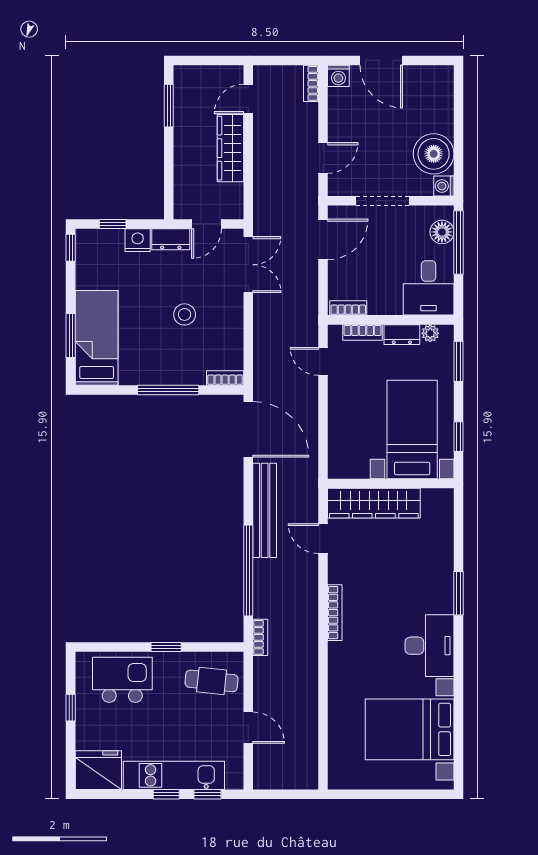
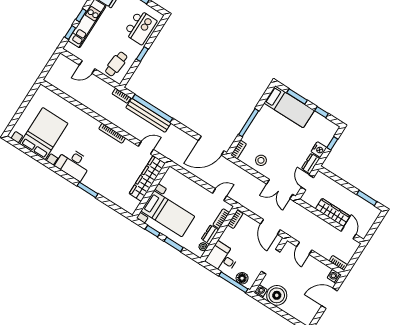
window: (71, 248) -> (322, 112), moved
stool: (185, 314) -> (261, 160), moved
window: (459, 361) -> (174, 244), moved
bench: (265, 510) -> (148, 115), moved

